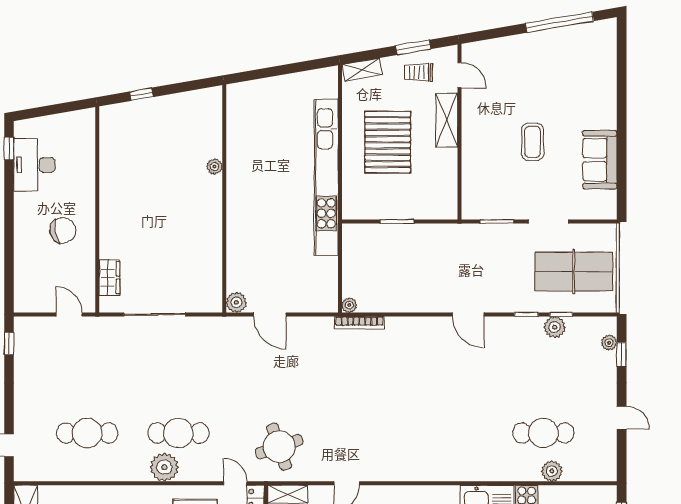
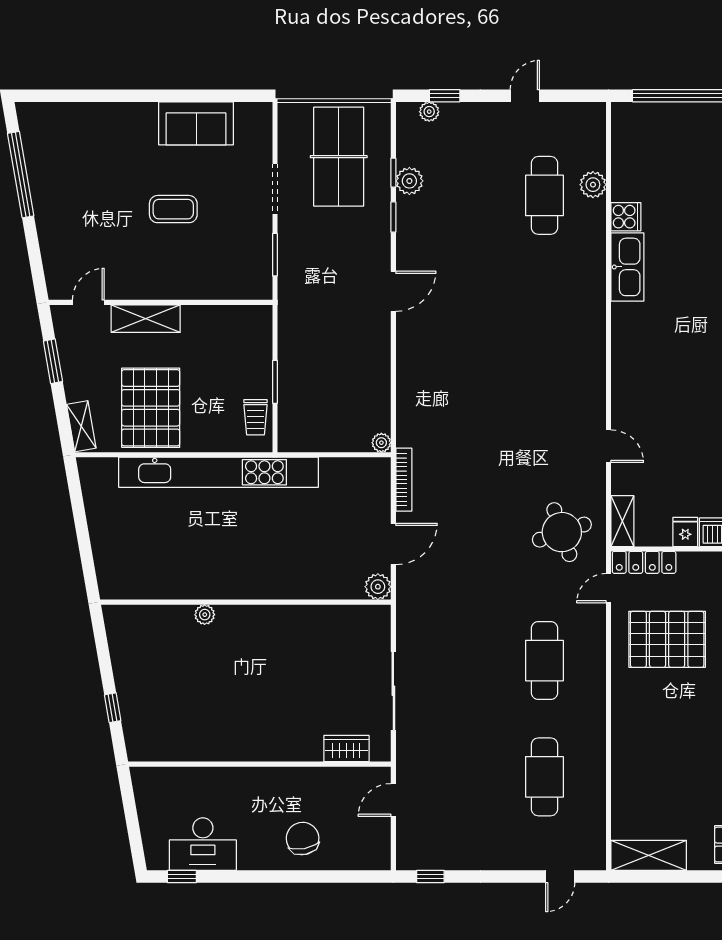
trolley: (419, 72) -> (255, 417), moved
pallet: (388, 142) -> (151, 408), moved, turned 90
chair: (63, 230) -> (303, 839), moved
bookcase: (359, 323) -> (404, 480), moved
plant: (164, 467) -> (588, 679), removed

